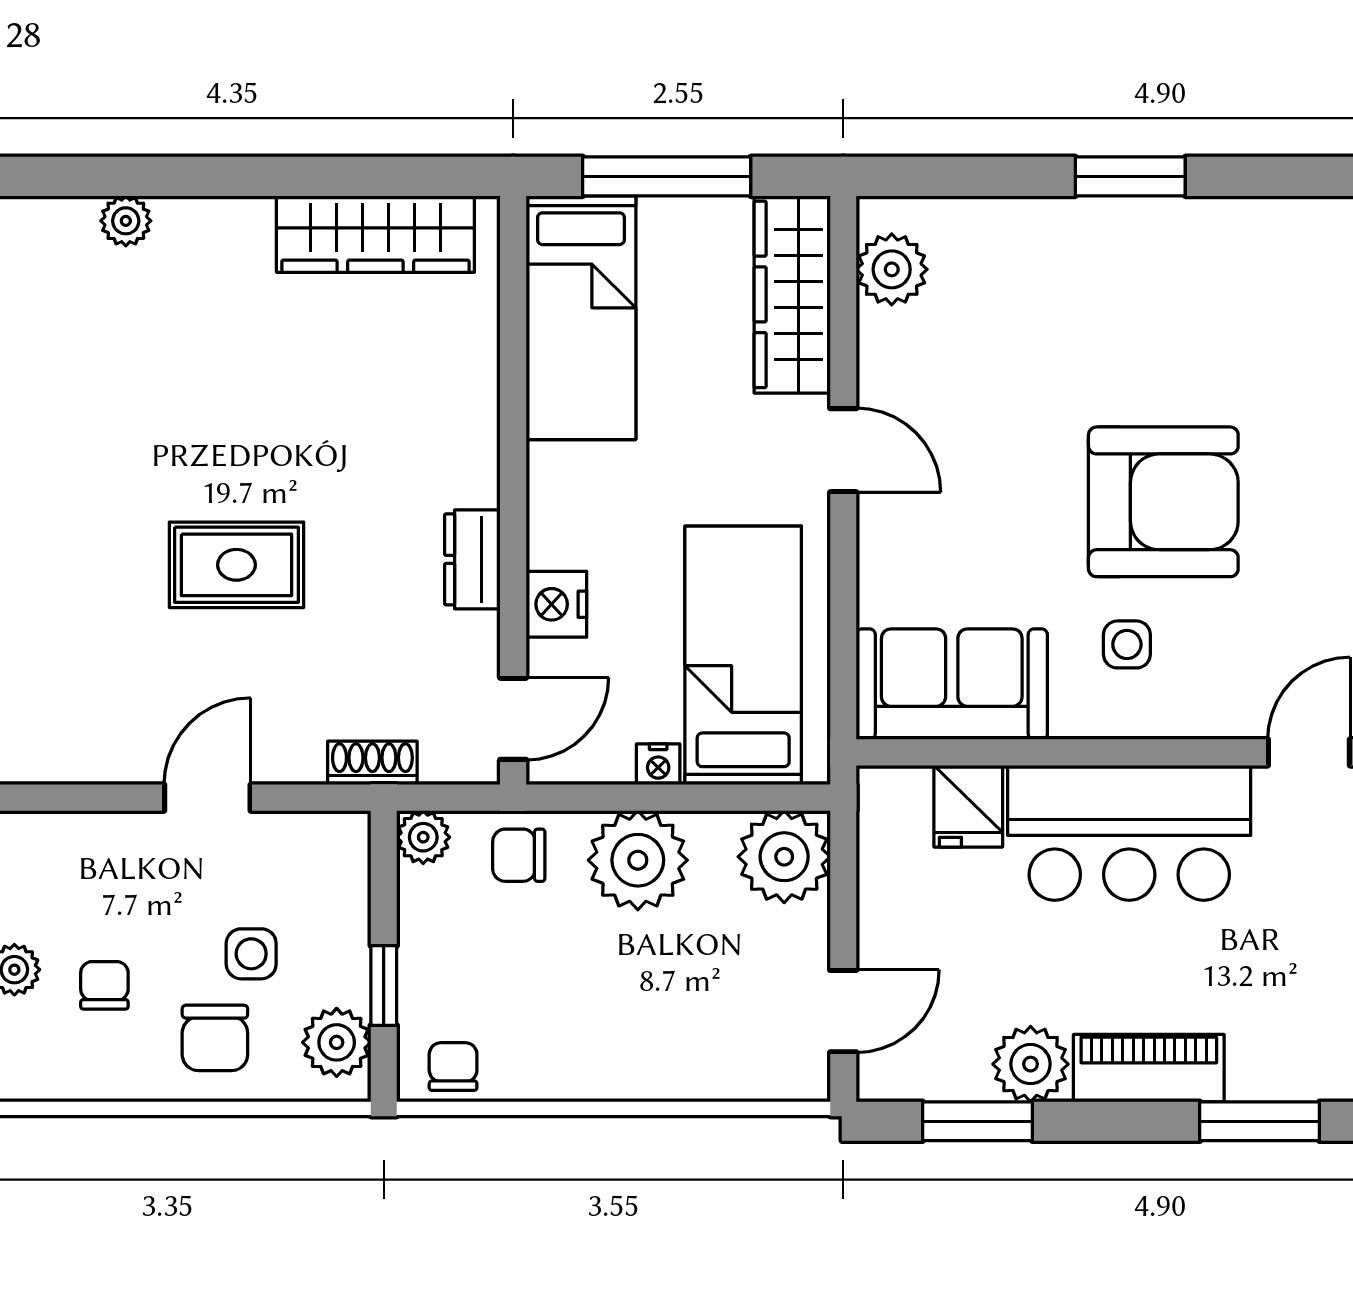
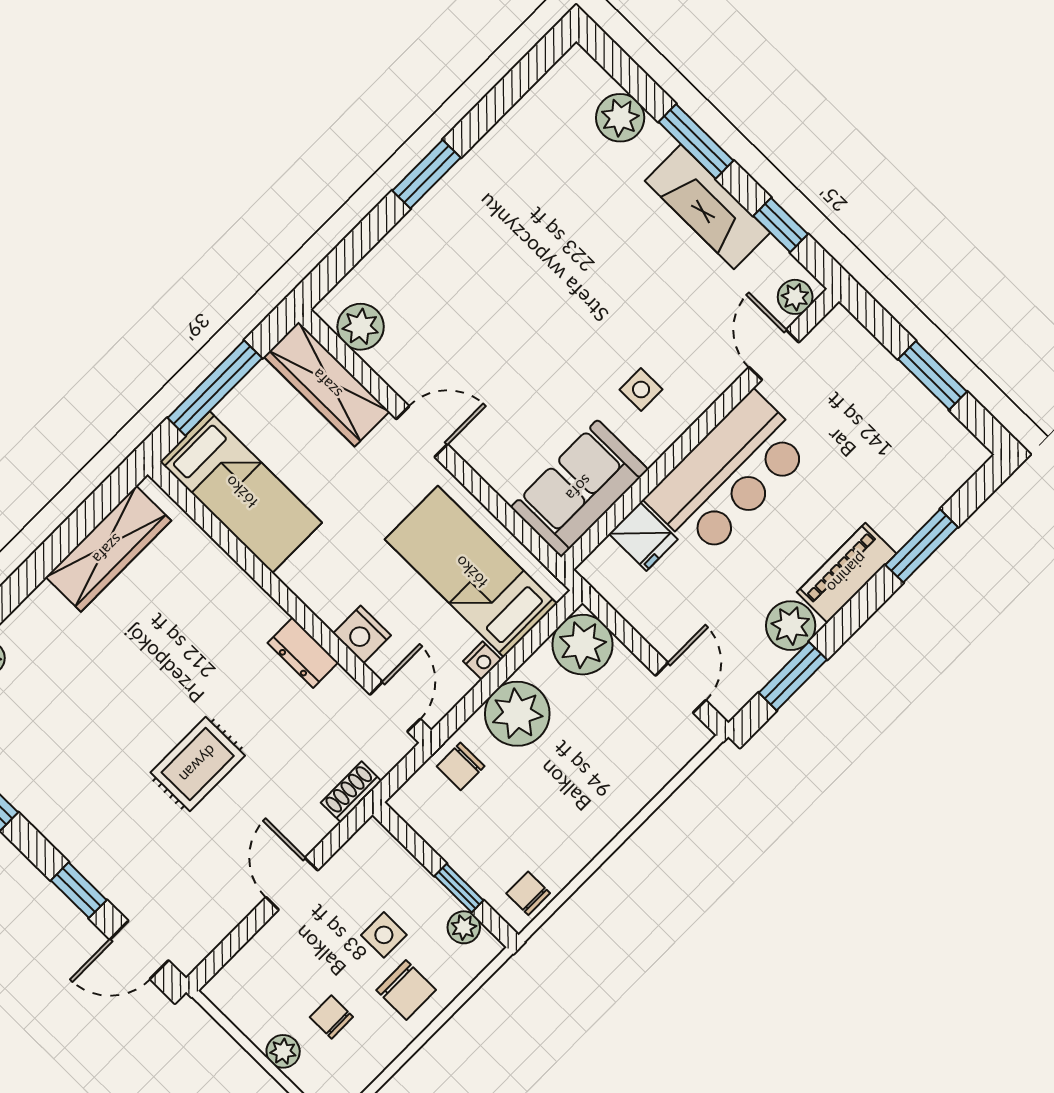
armchair: (1163, 502) -> (592, 308), removed
plant: (423, 837) -> (409, 802), removed
plant: (337, 1042) -> (464, 927), width x0.73, depth x0.73

